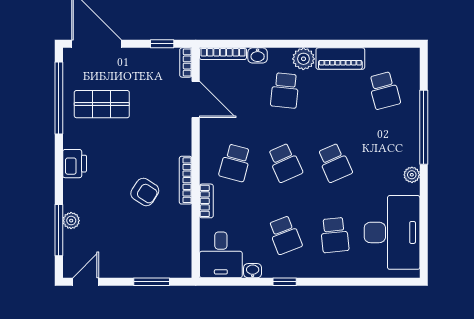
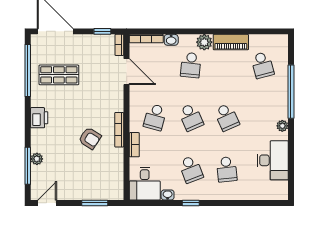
desk: (392, 232) -> (273, 160), width x0.73, depth x0.77

